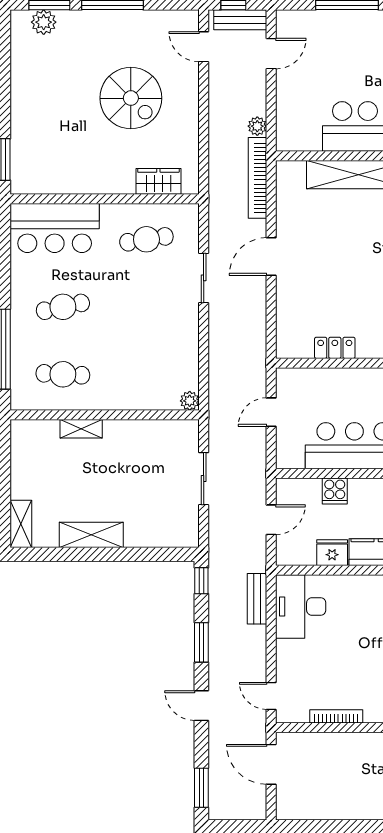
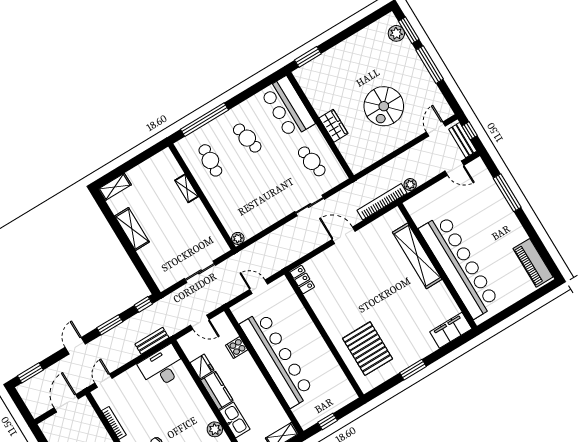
wardrobe: (158, 181) -> (333, 126), moved
locker: (335, 348) -> (302, 280), moved

